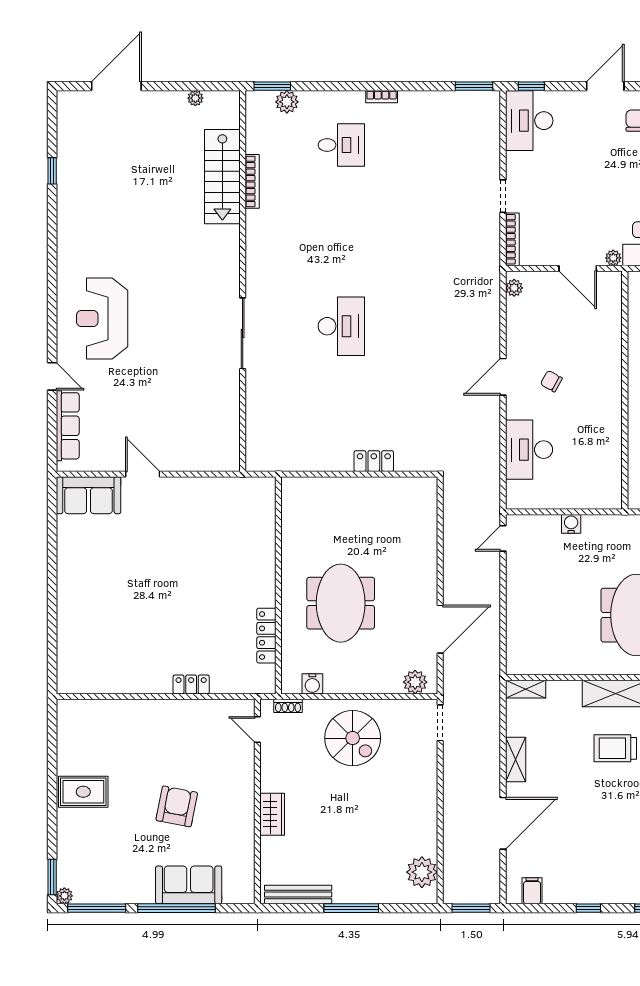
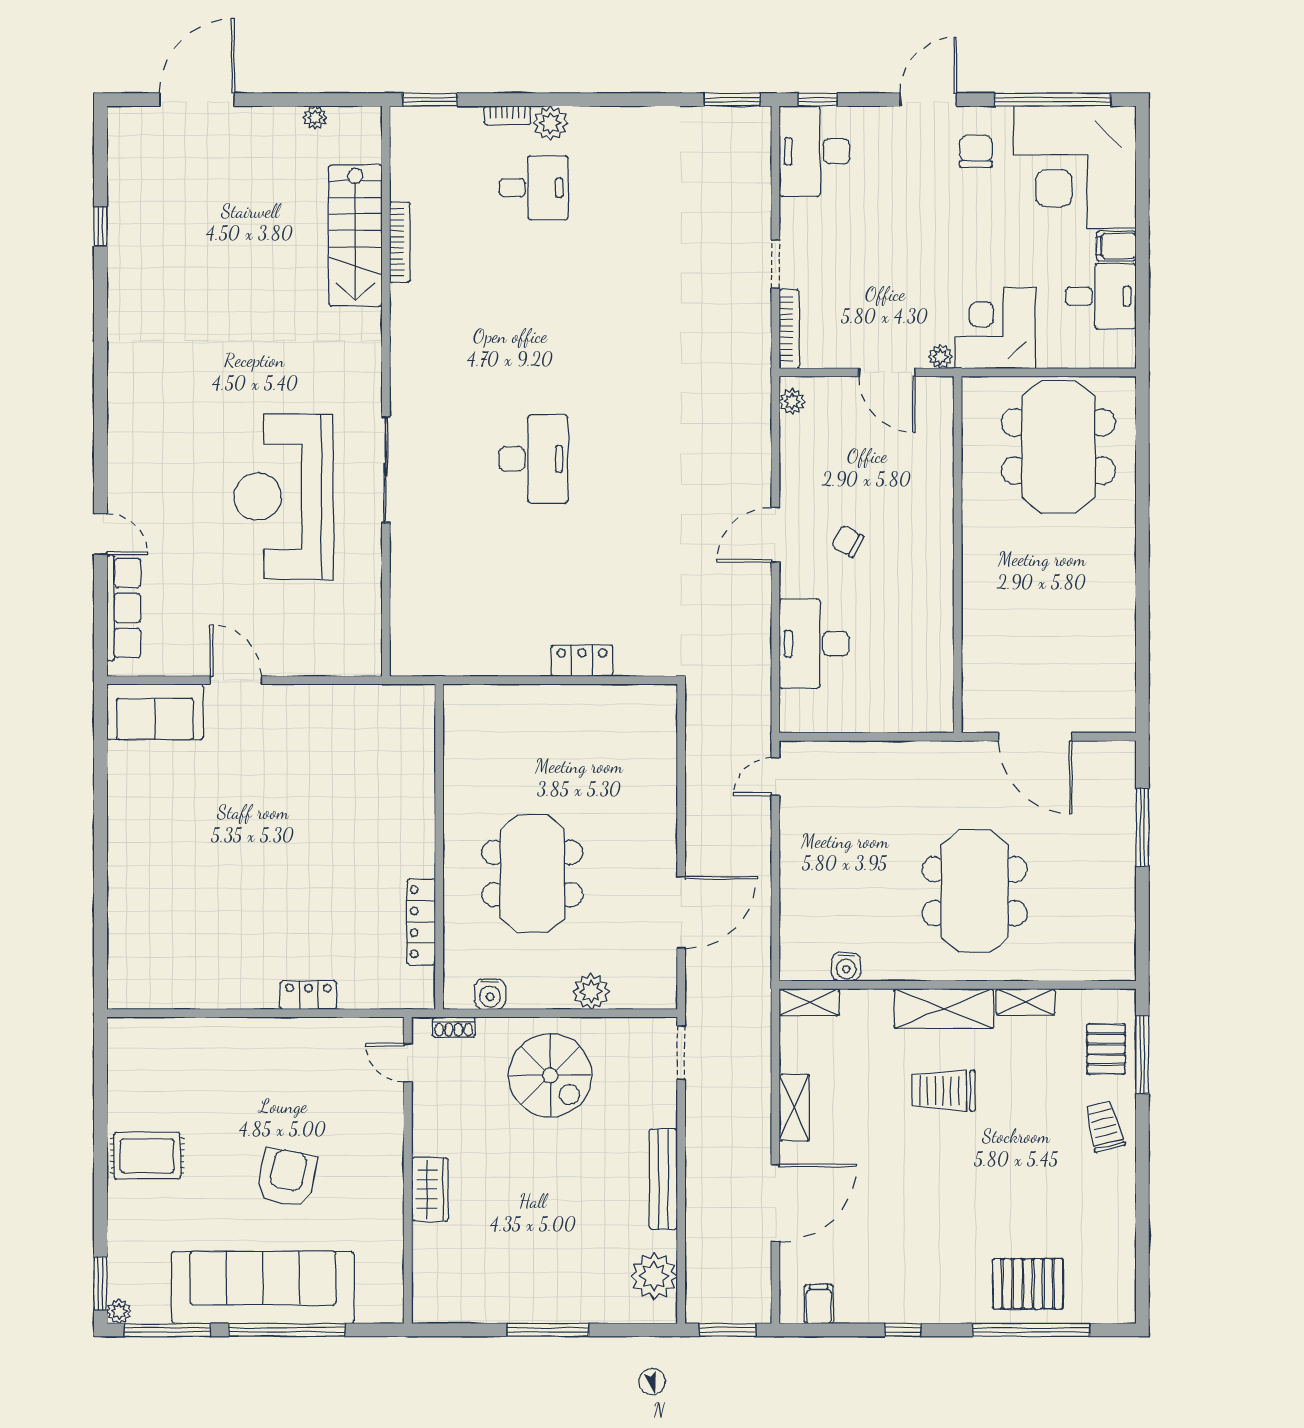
bookcase: (382, 97) -> (507, 115), moved
plant: (287, 102) -> (550, 123), moved
reception desk: (102, 319) -> (284, 497), moved, width x1.36, depth x1.30
water cooler: (571, 524) -> (846, 967), moved, turned 180
plant: (415, 682) -> (591, 991), moved
sofa: (189, 885) -> (263, 1287), width x1.85, depth x1.27
bench: (298, 895) -> (663, 1179), moved, turned 90

